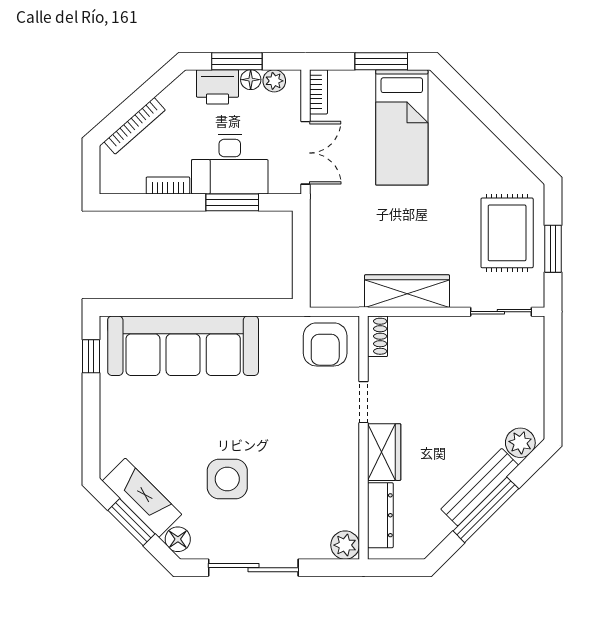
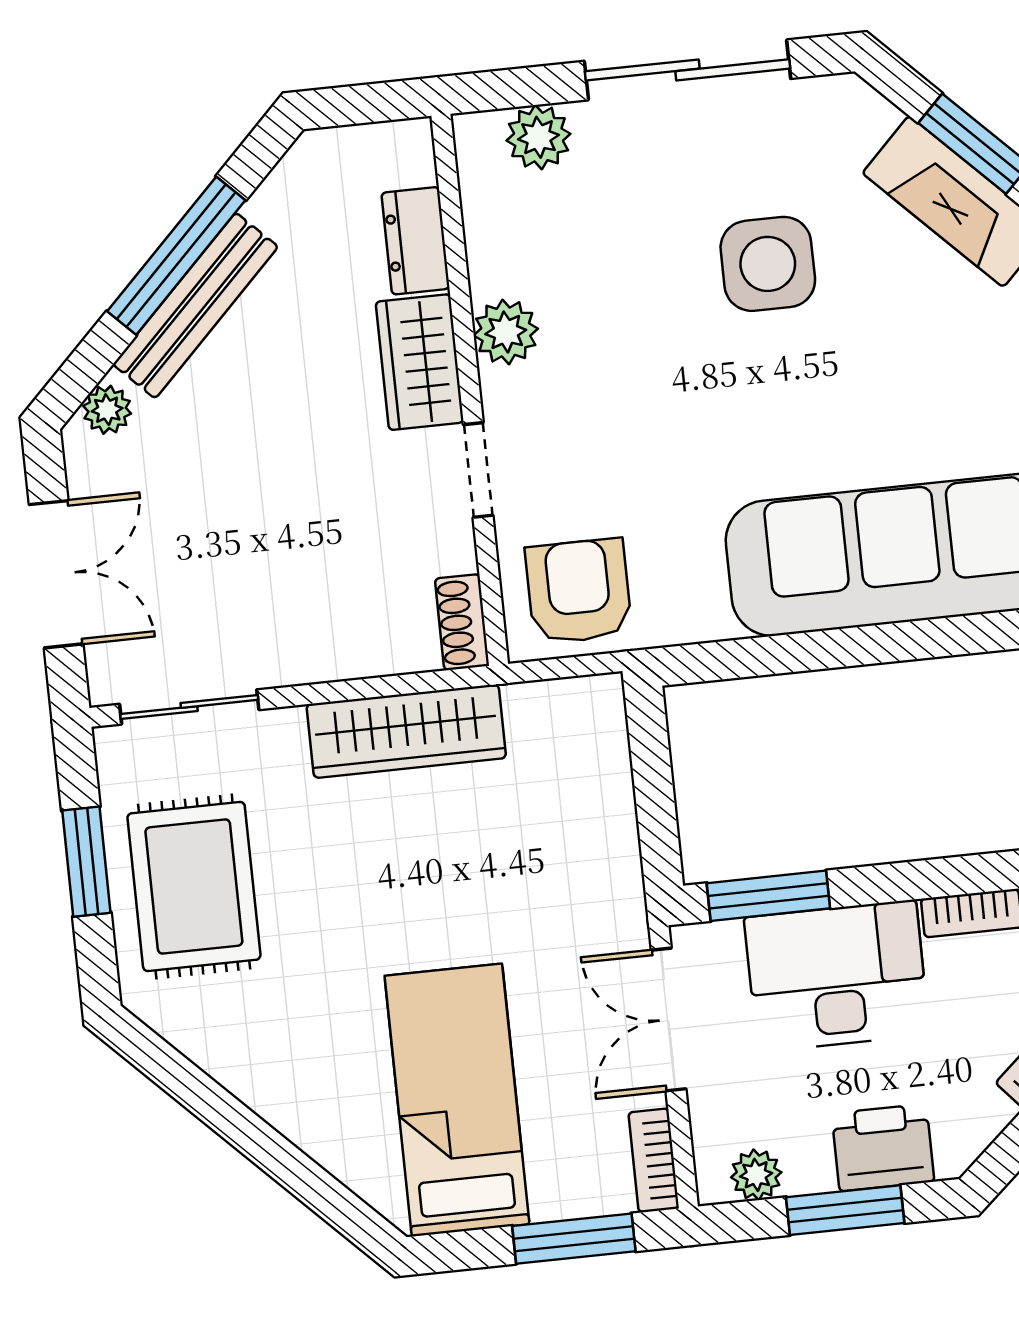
window: (381, 61) -> (574, 1239), moved
floor lamp: (251, 80) -> (810, 1172), removed
window: (232, 202) -> (768, 896), moved
double door: (553, 376) -> (56, 574), added
plant: (520, 443) -> (107, 410), width x0.73, depth x0.73
plant: (345, 461) -> (506, 332), added
dresser: (380, 515) -> (416, 241), width x0.70
floor lamp: (178, 539) -> (865, 116), removed
plant: (345, 545) -> (538, 137), moved

